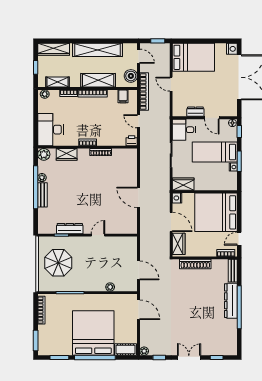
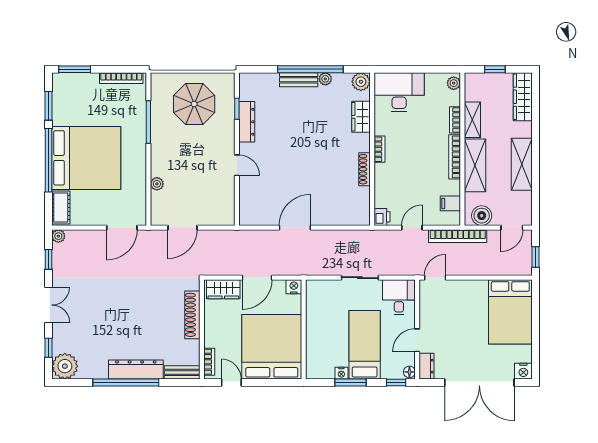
shelving: (97, 50) -> (522, 164), width x0.68
shelving: (57, 82) -> (472, 120), moved
door: (171, 84) -> (435, 278), moved
dresser: (195, 112) -> (427, 366), moved
wardrobe: (183, 184) -> (315, 296), removed
plant: (229, 347) -> (65, 366), added

